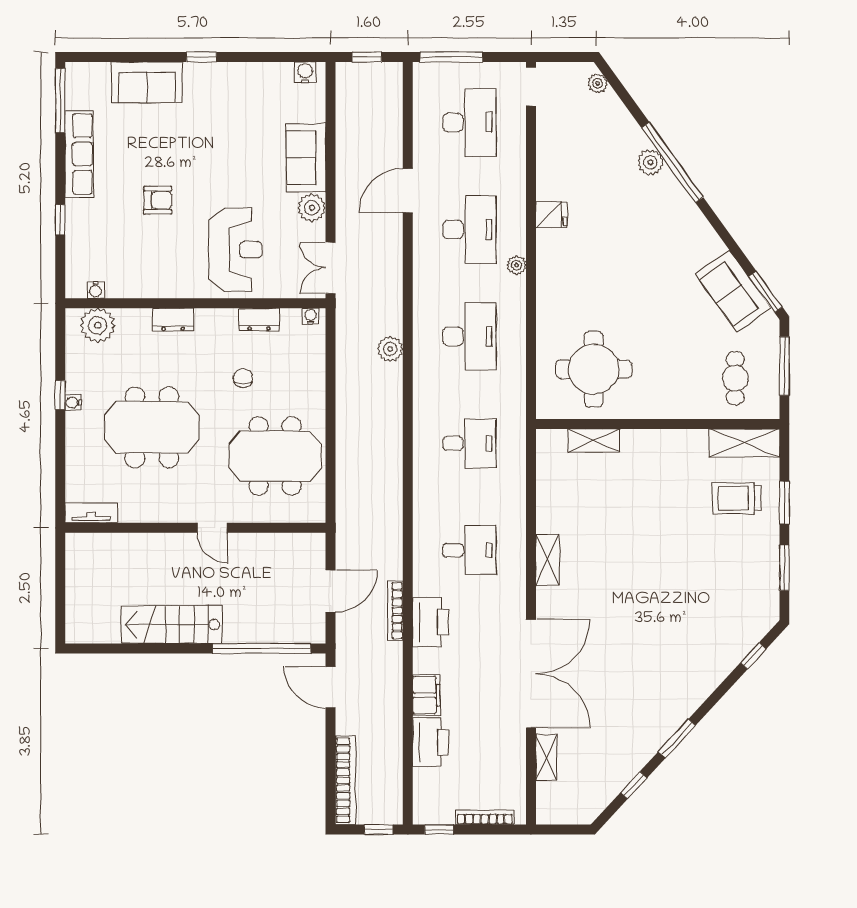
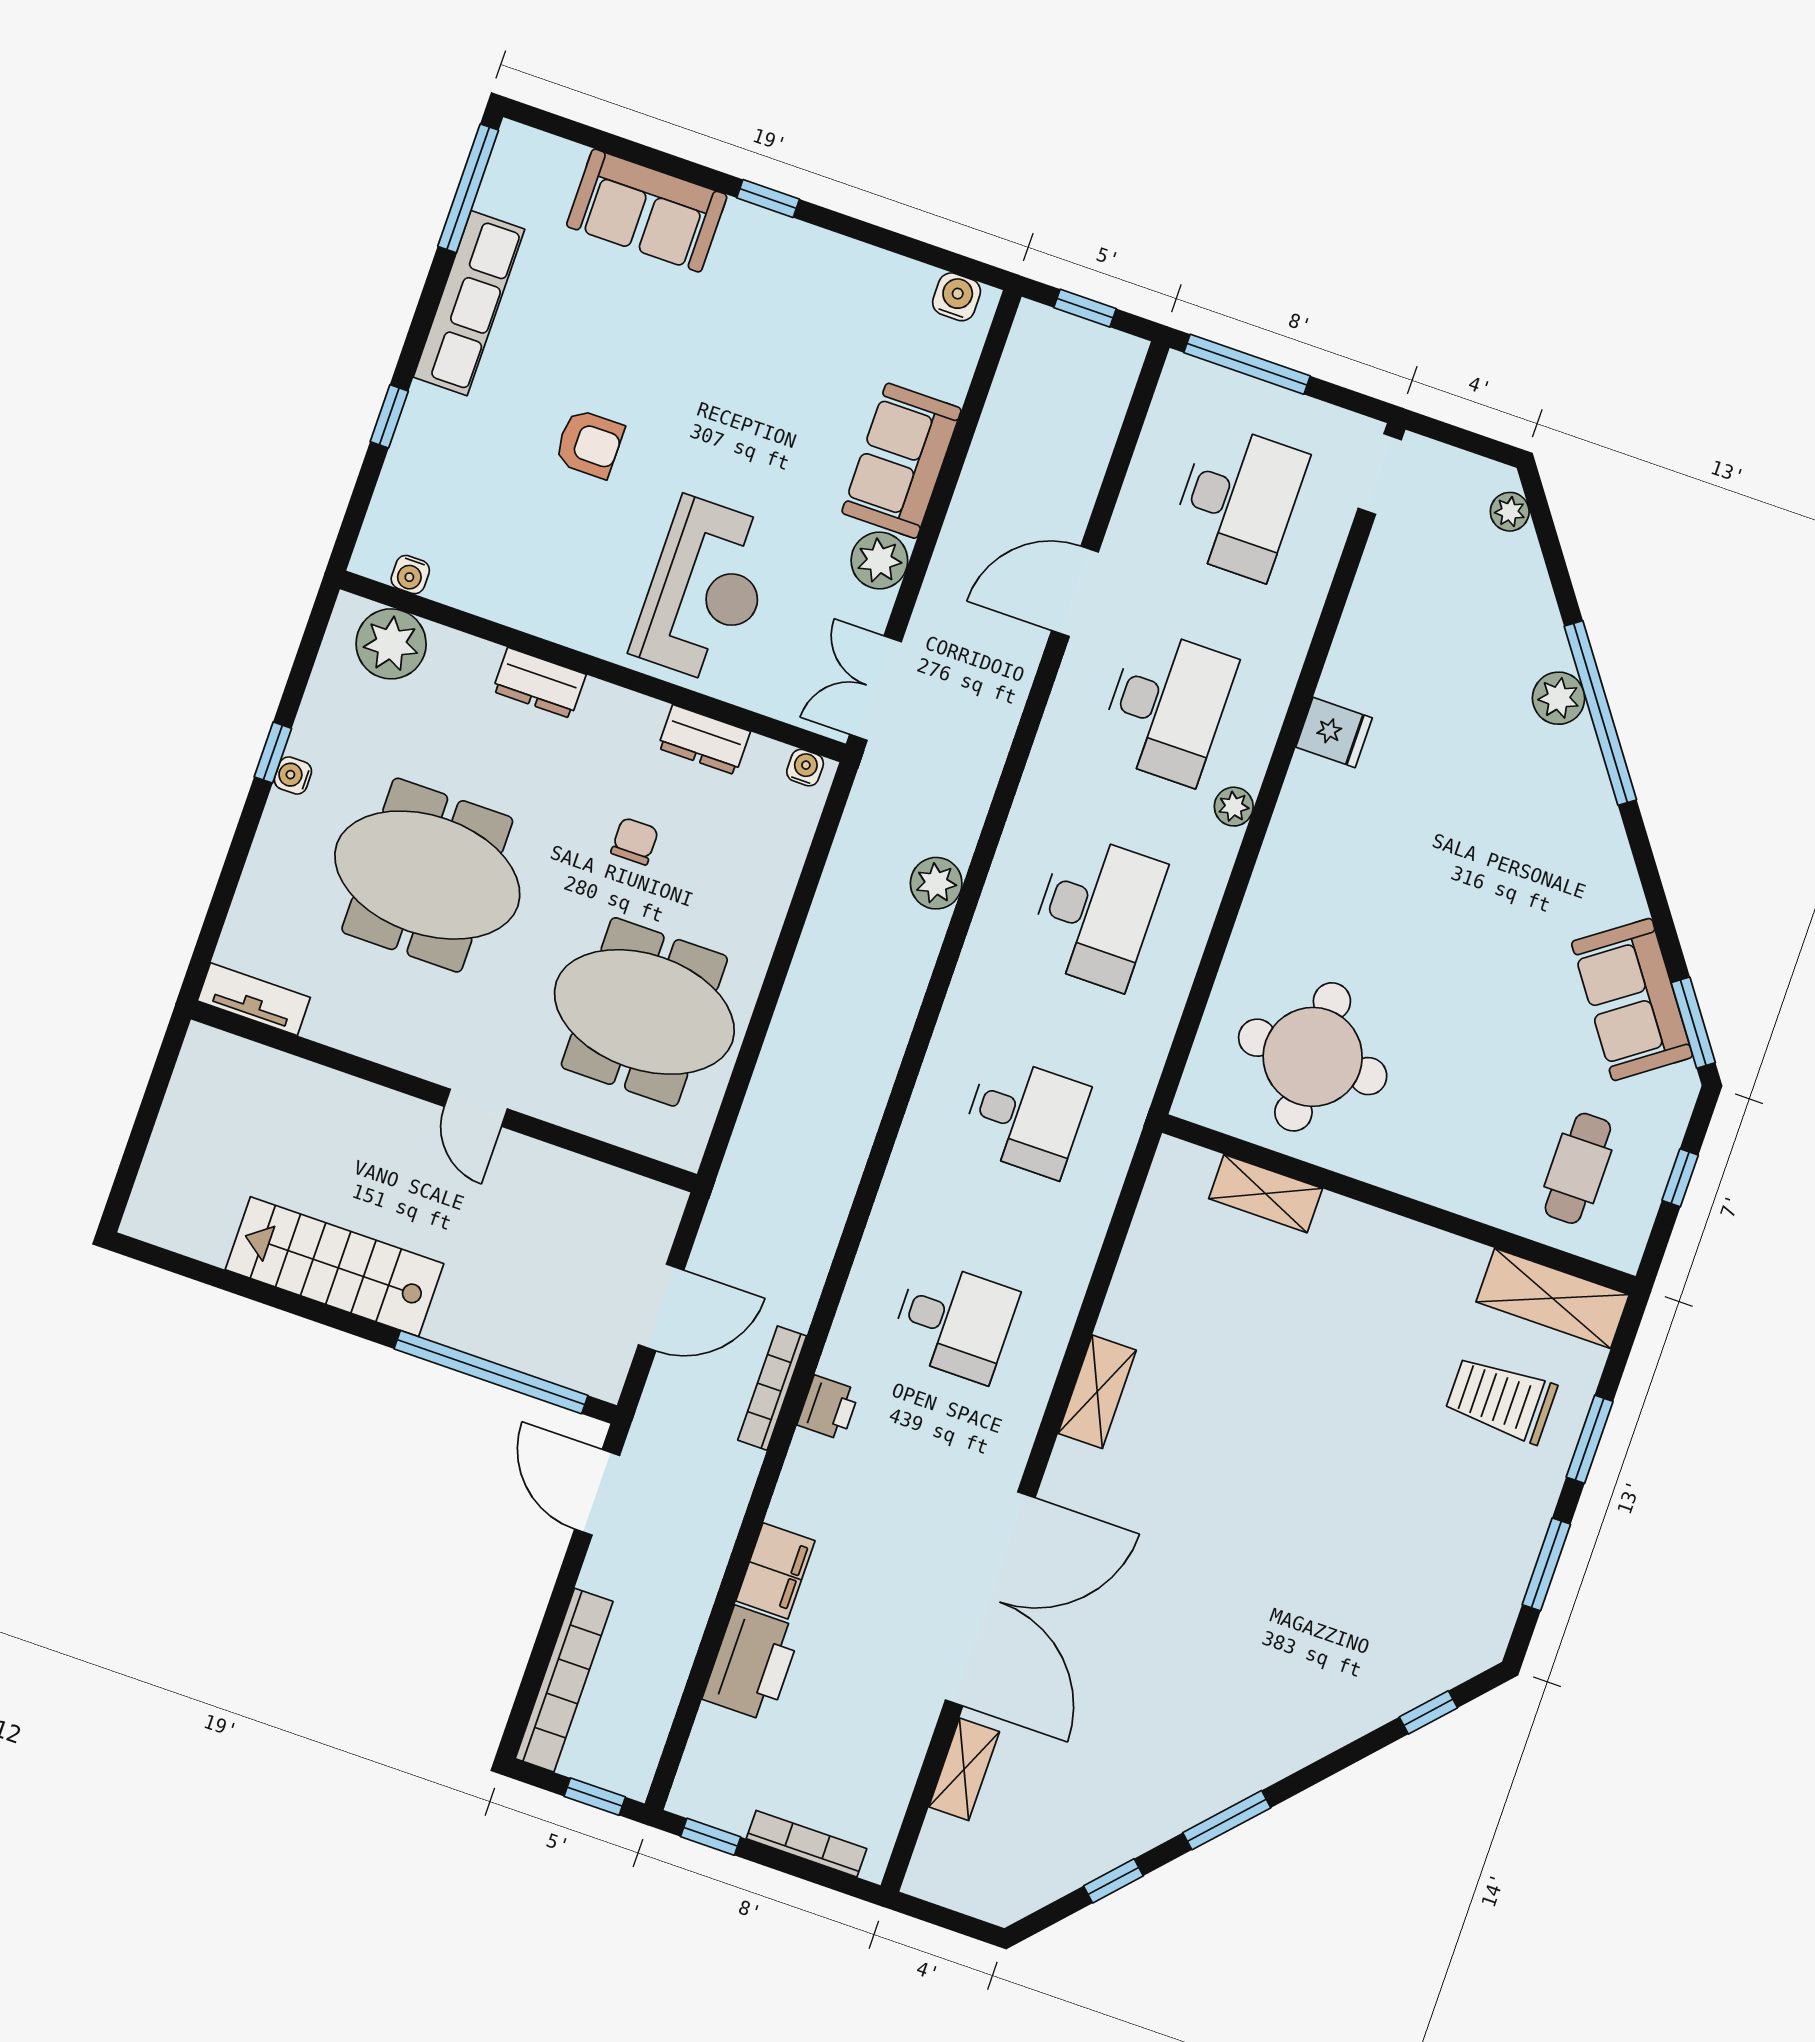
window: (784, 366) -> (1680, 1178), width x0.46
printer: (430, 622) -> (828, 1408), width x0.53, depth x0.68

